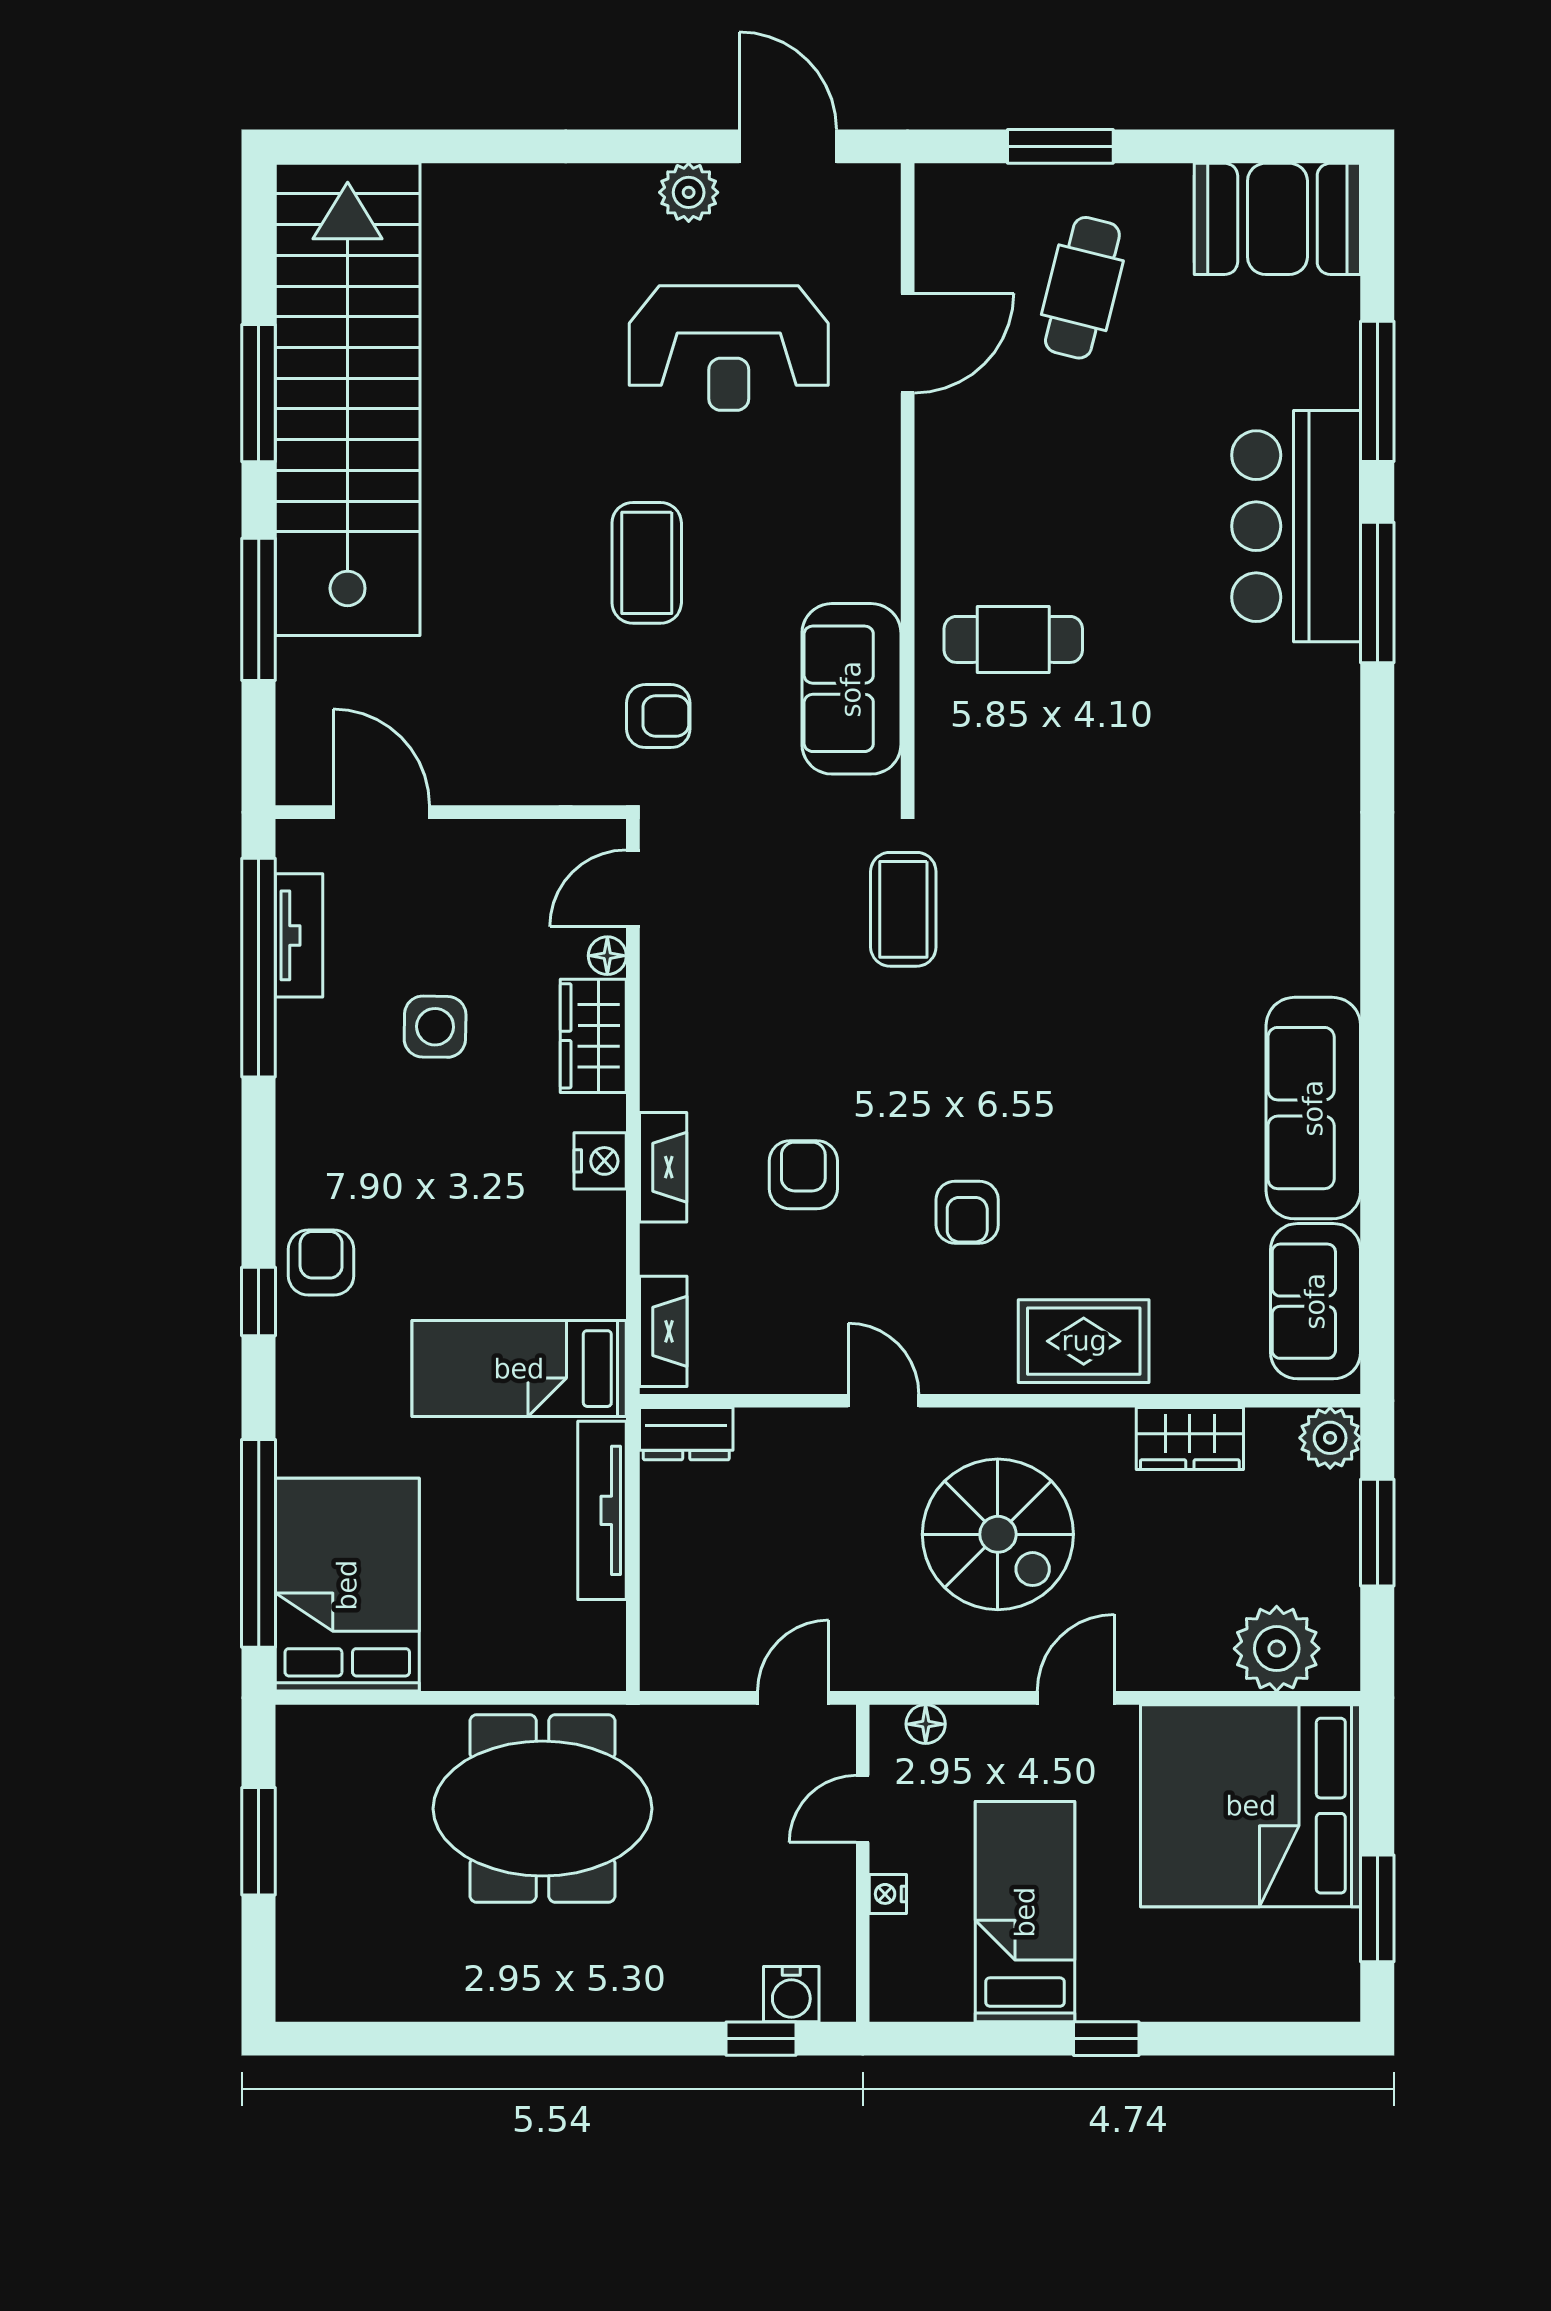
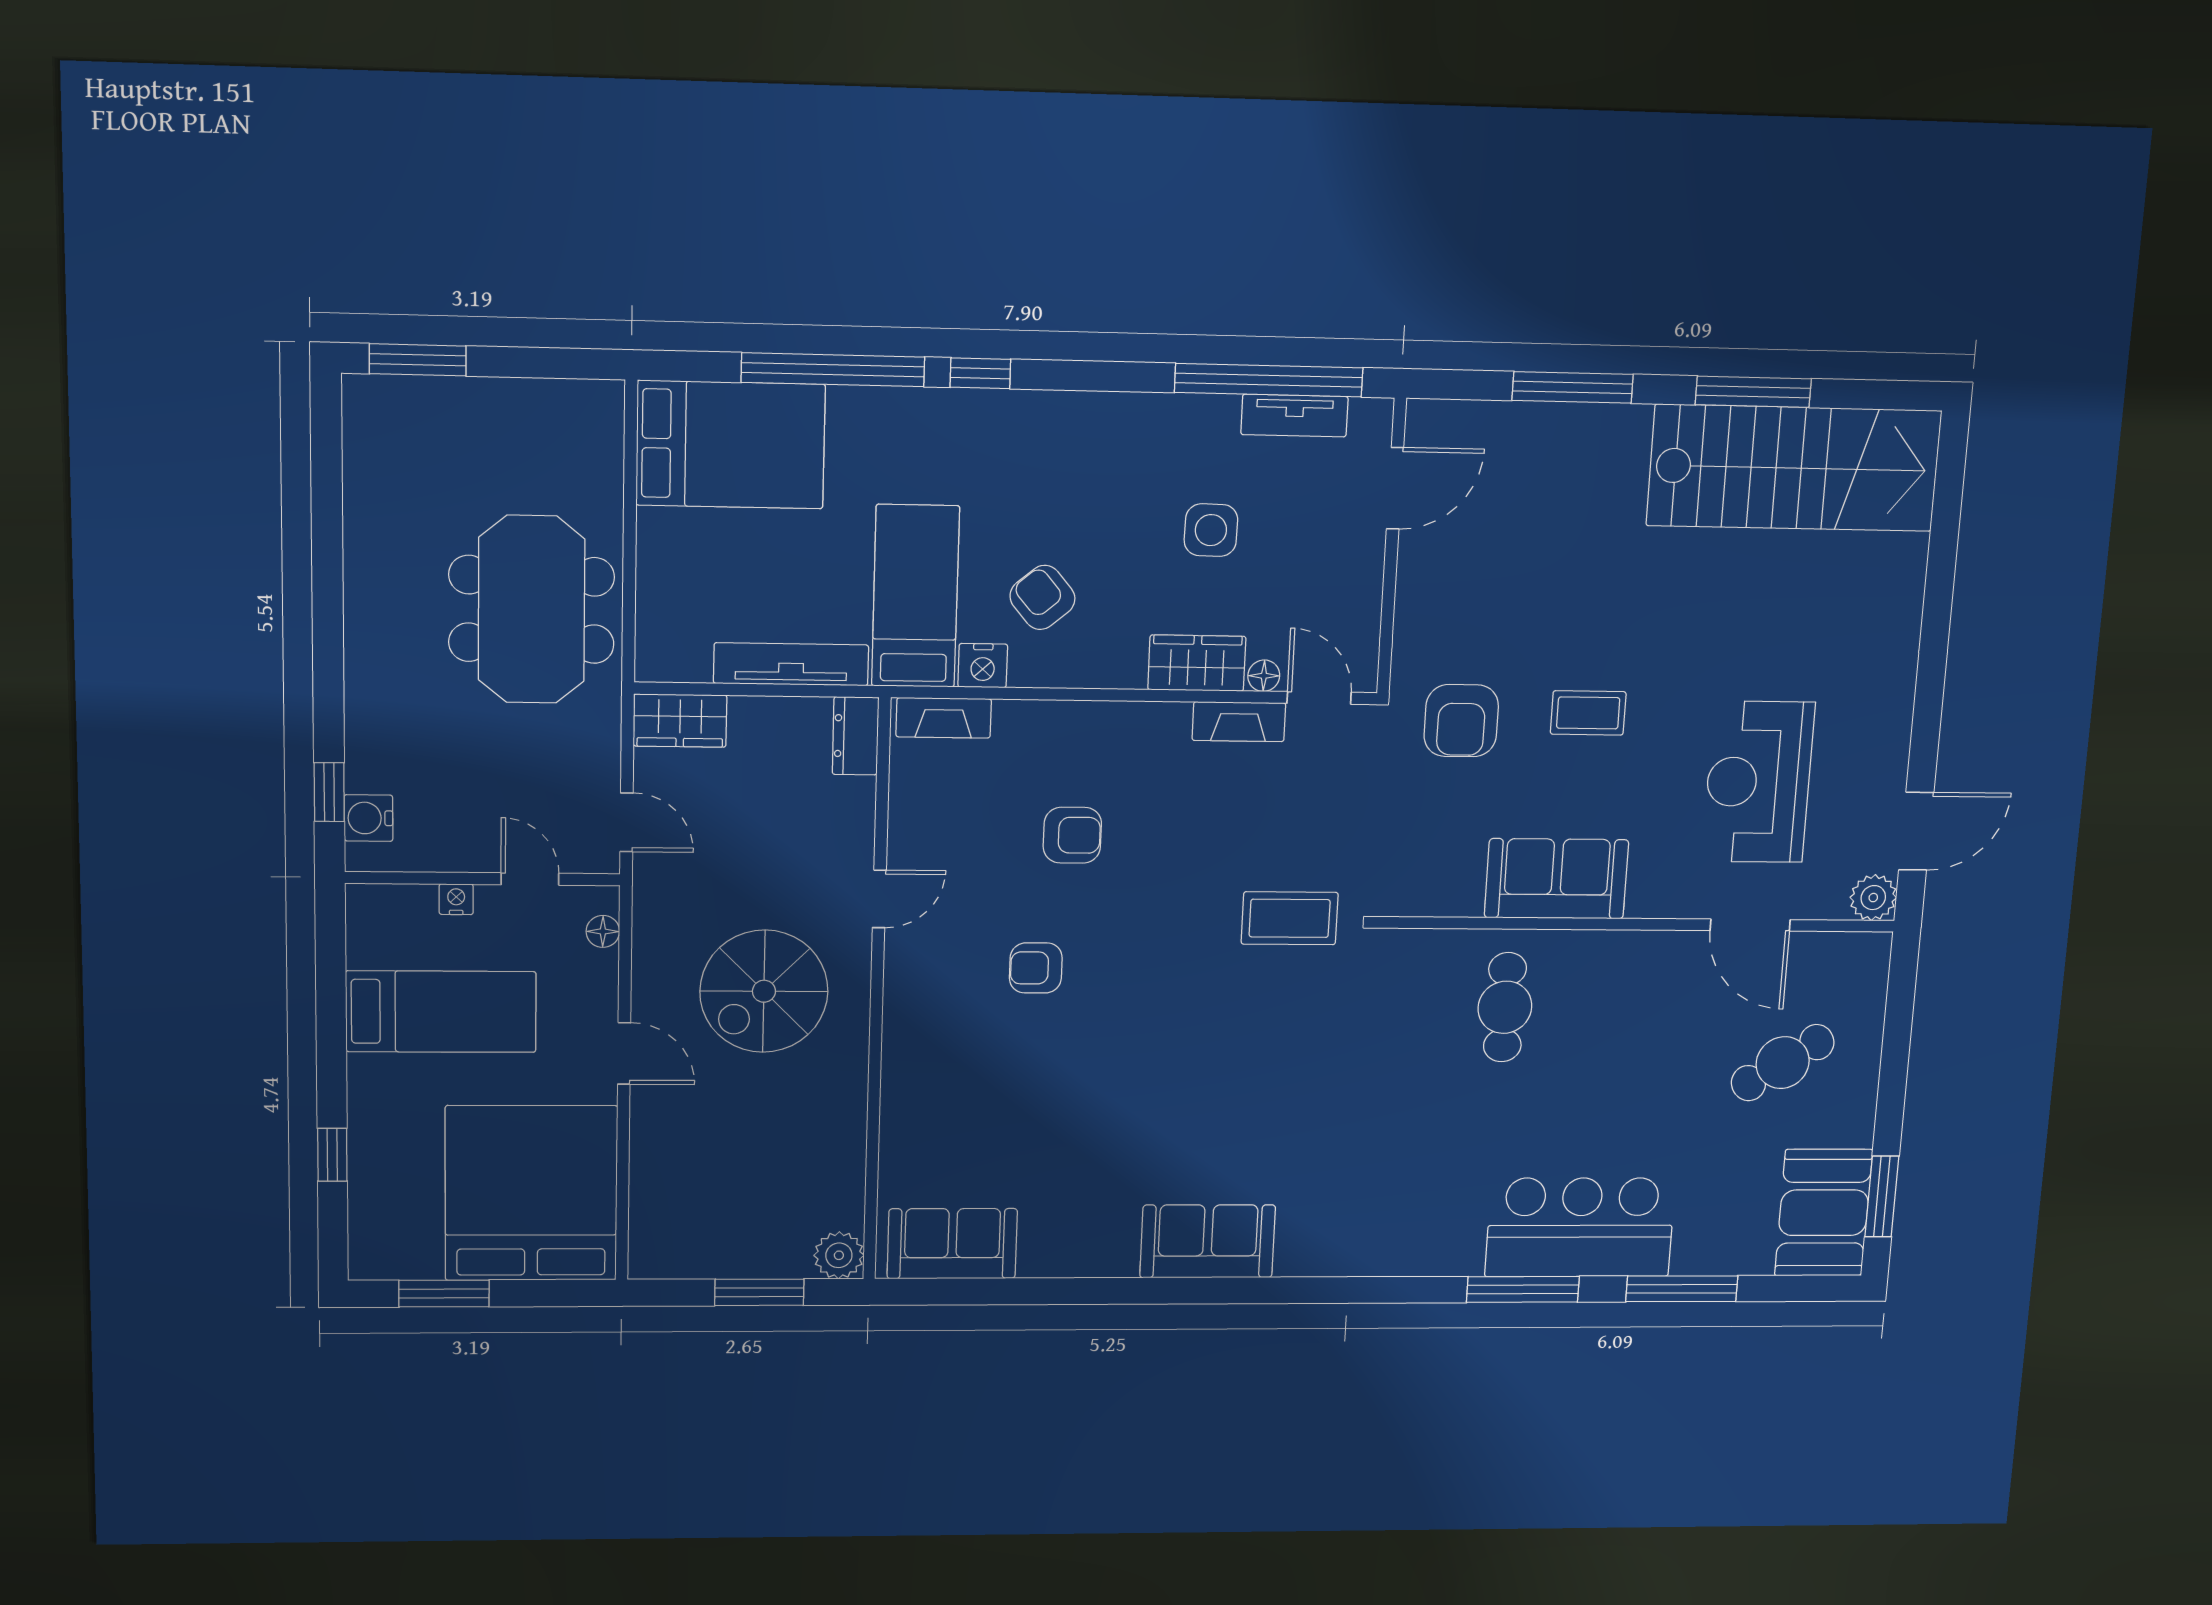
window: (1060, 146) -> (1882, 1196), moved
plant: (689, 192) -> (1873, 898), moved
cafe table: (1082, 288) -> (1783, 1063), turned -47
stairs: (348, 399) -> (1794, 468), width x0.73
coffee table: (647, 563) -> (1588, 713), width x0.73, depth x0.77
sofa: (851, 689) -> (1557, 879), moved
armchair: (658, 716) -> (1461, 721), width x1.38, depth x1.38
sofa: (1313, 1108) -> (1208, 1241), moved, width x0.73
nightstand: (600, 1161) -> (983, 666), moved
fireplace: (663, 1167) -> (1239, 722), moved
armchair: (321, 1263) -> (1042, 597), moved, turned -130
rug: (1084, 1341) -> (925, 1061), removed
wardrobe: (1190, 1439) -> (680, 721), moved, turned -90
window: (259, 1543) -> (833, 370), moved
plant: (1277, 1649) -> (664, 1214), removed
window: (259, 1841) -> (418, 360), moved
window: (1106, 2039) -> (332, 1155), moved

